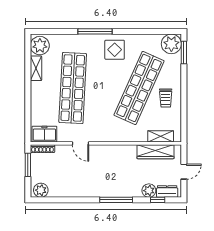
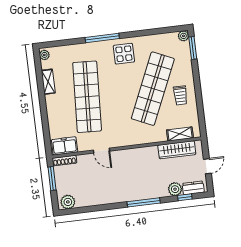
plant: (171, 44) -> (183, 36), width x0.53, depth x0.53
plant: (40, 46) -> (44, 55), width x0.53, depth x0.53

